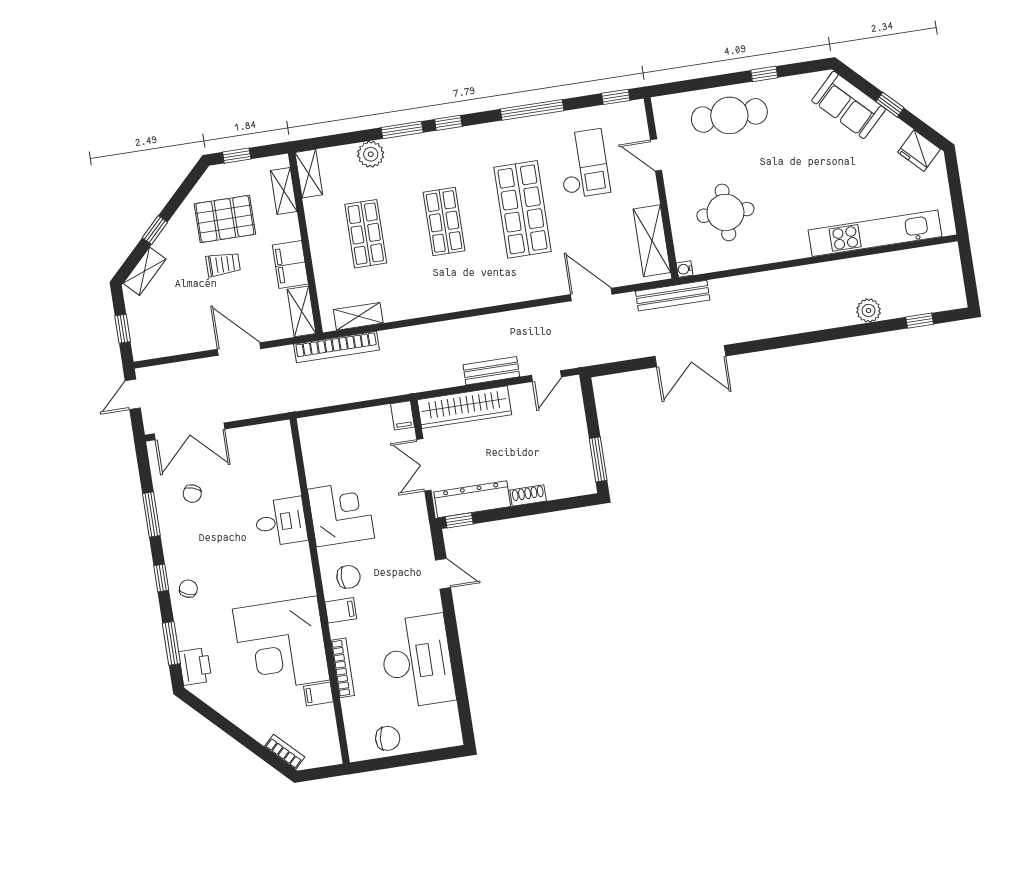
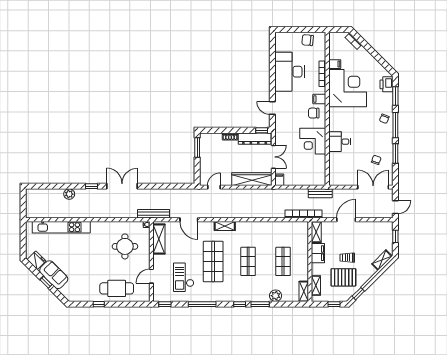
sofa: (849, 105) -> (54, 275), moved
door: (656, 155) -> (151, 276), swing flipped
window: (155, 230) -> (358, 294), moved
shelving: (358, 316) -> (225, 226), moved
window: (920, 321) -> (91, 186), moved
door: (239, 349) -> (346, 220), swing flipped
double door: (690, 356) -> (122, 186), moved
bench: (491, 371) -> (320, 193), moved
window: (161, 578) -> (395, 125), width x2.17

